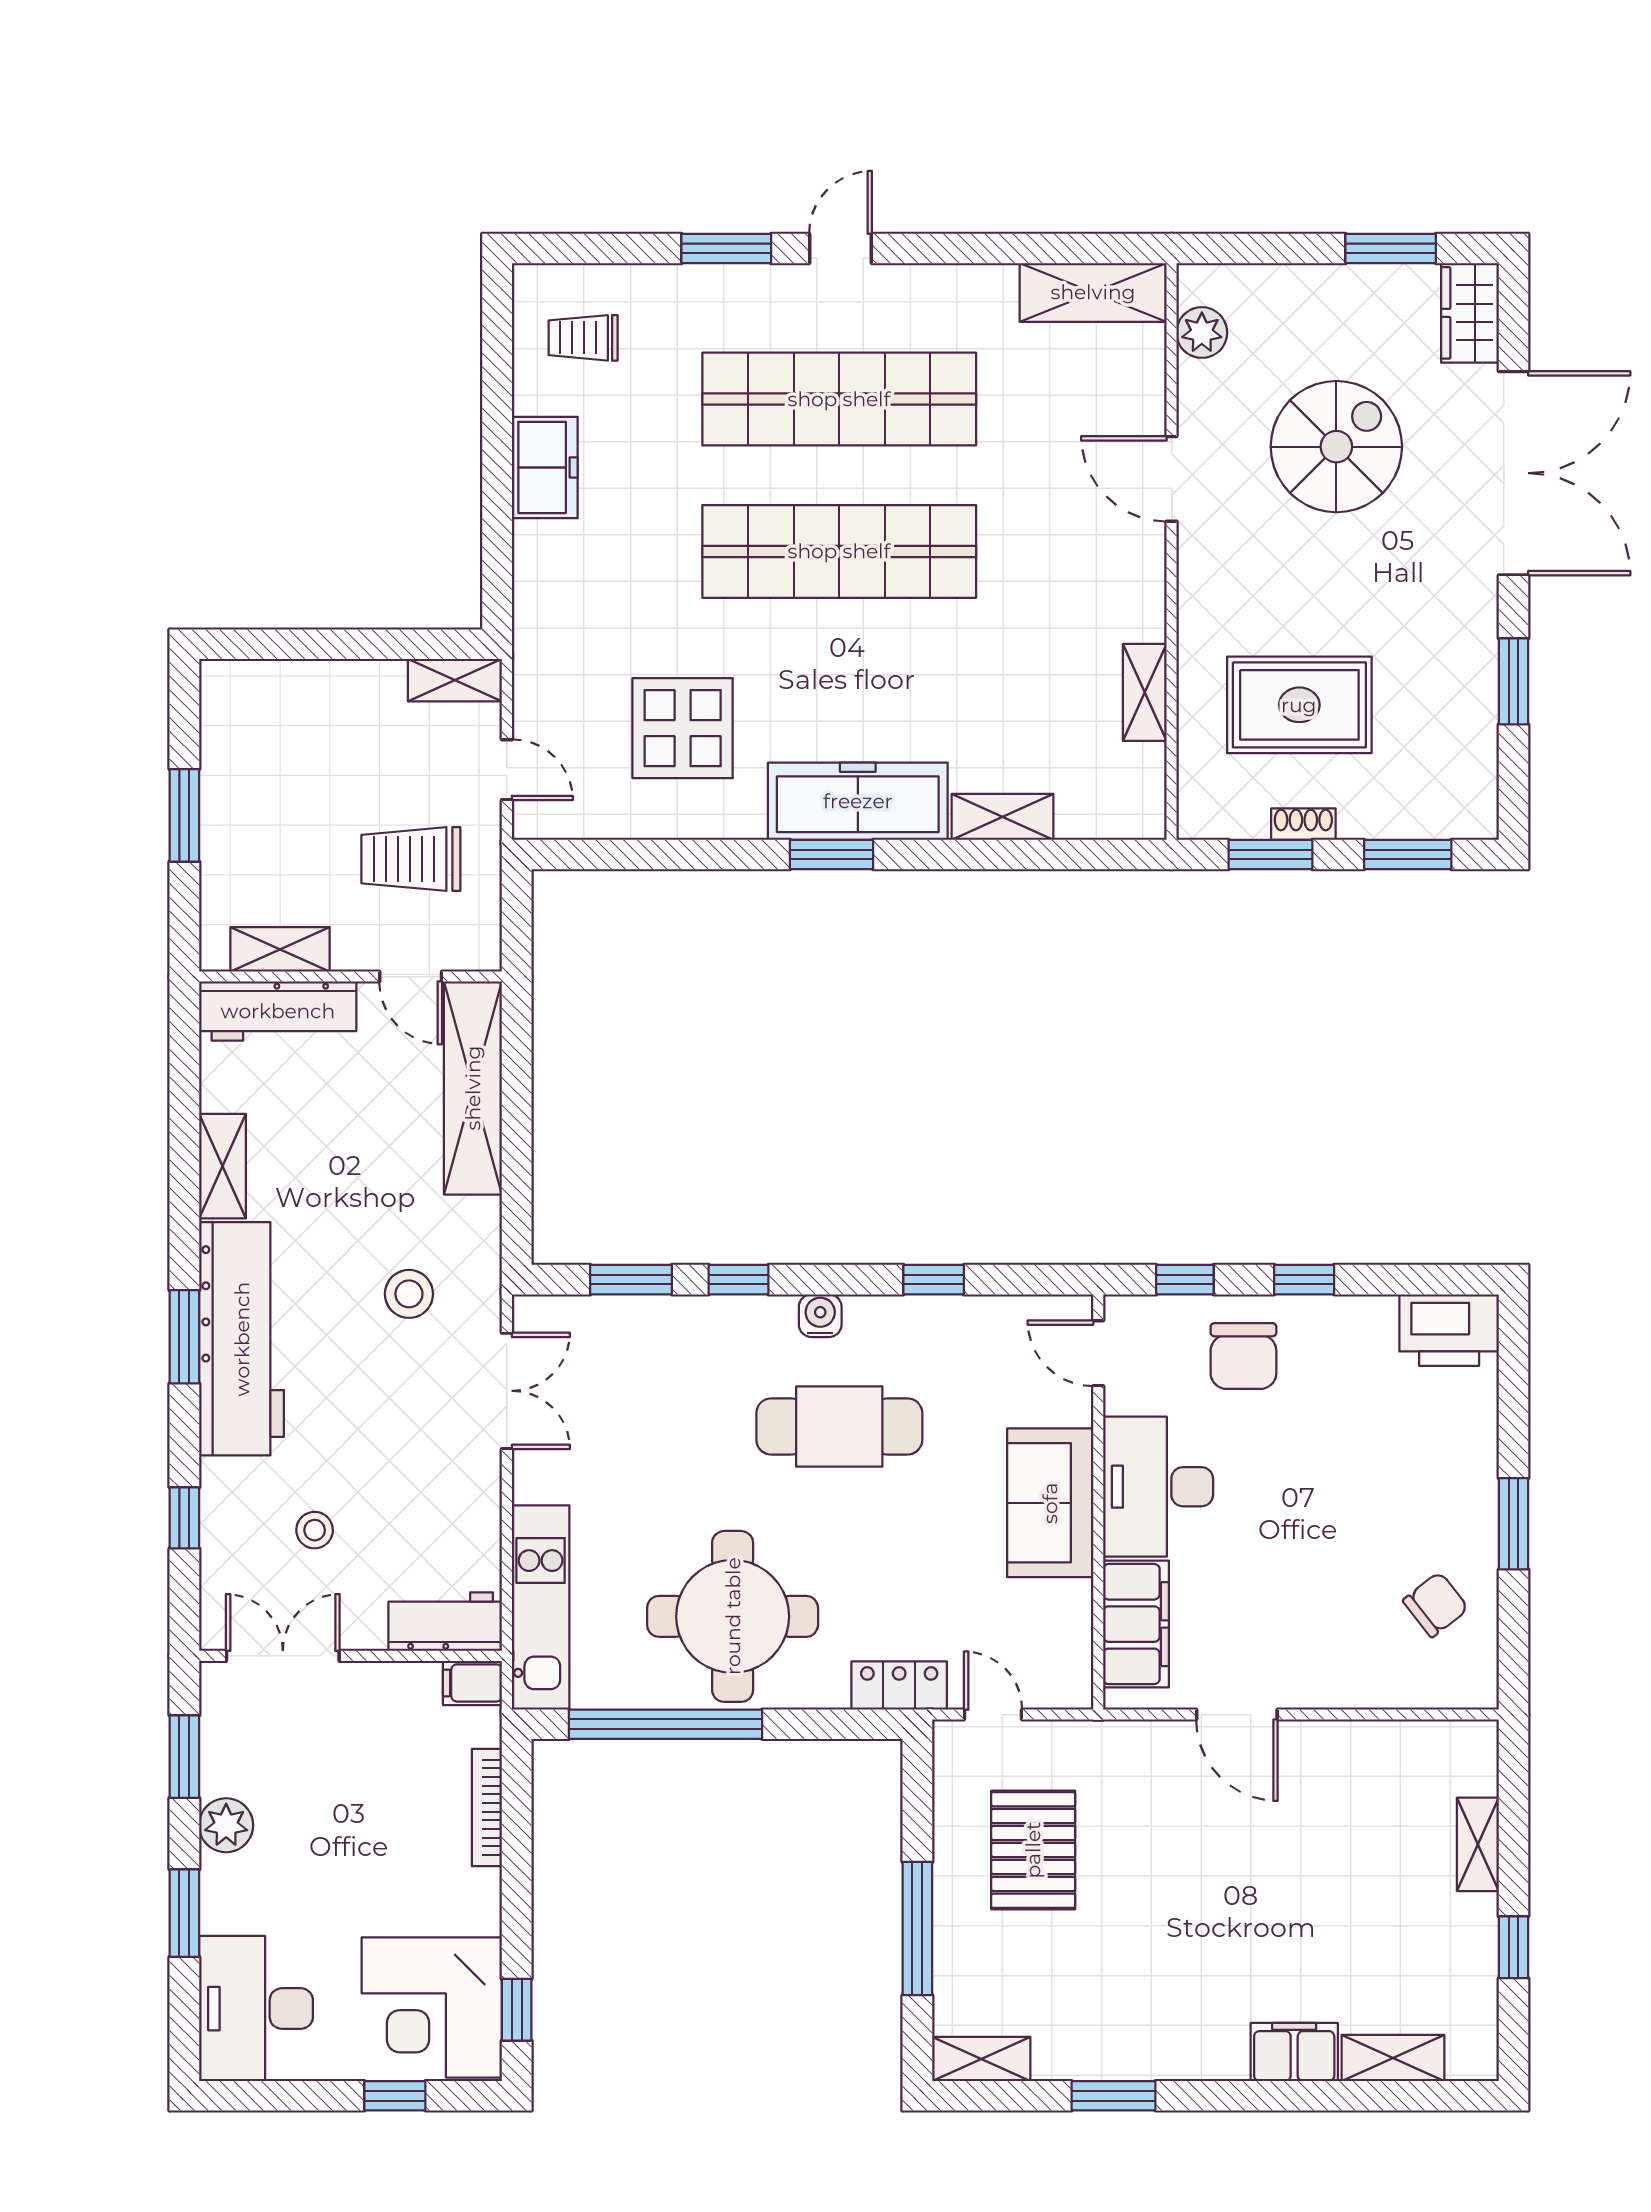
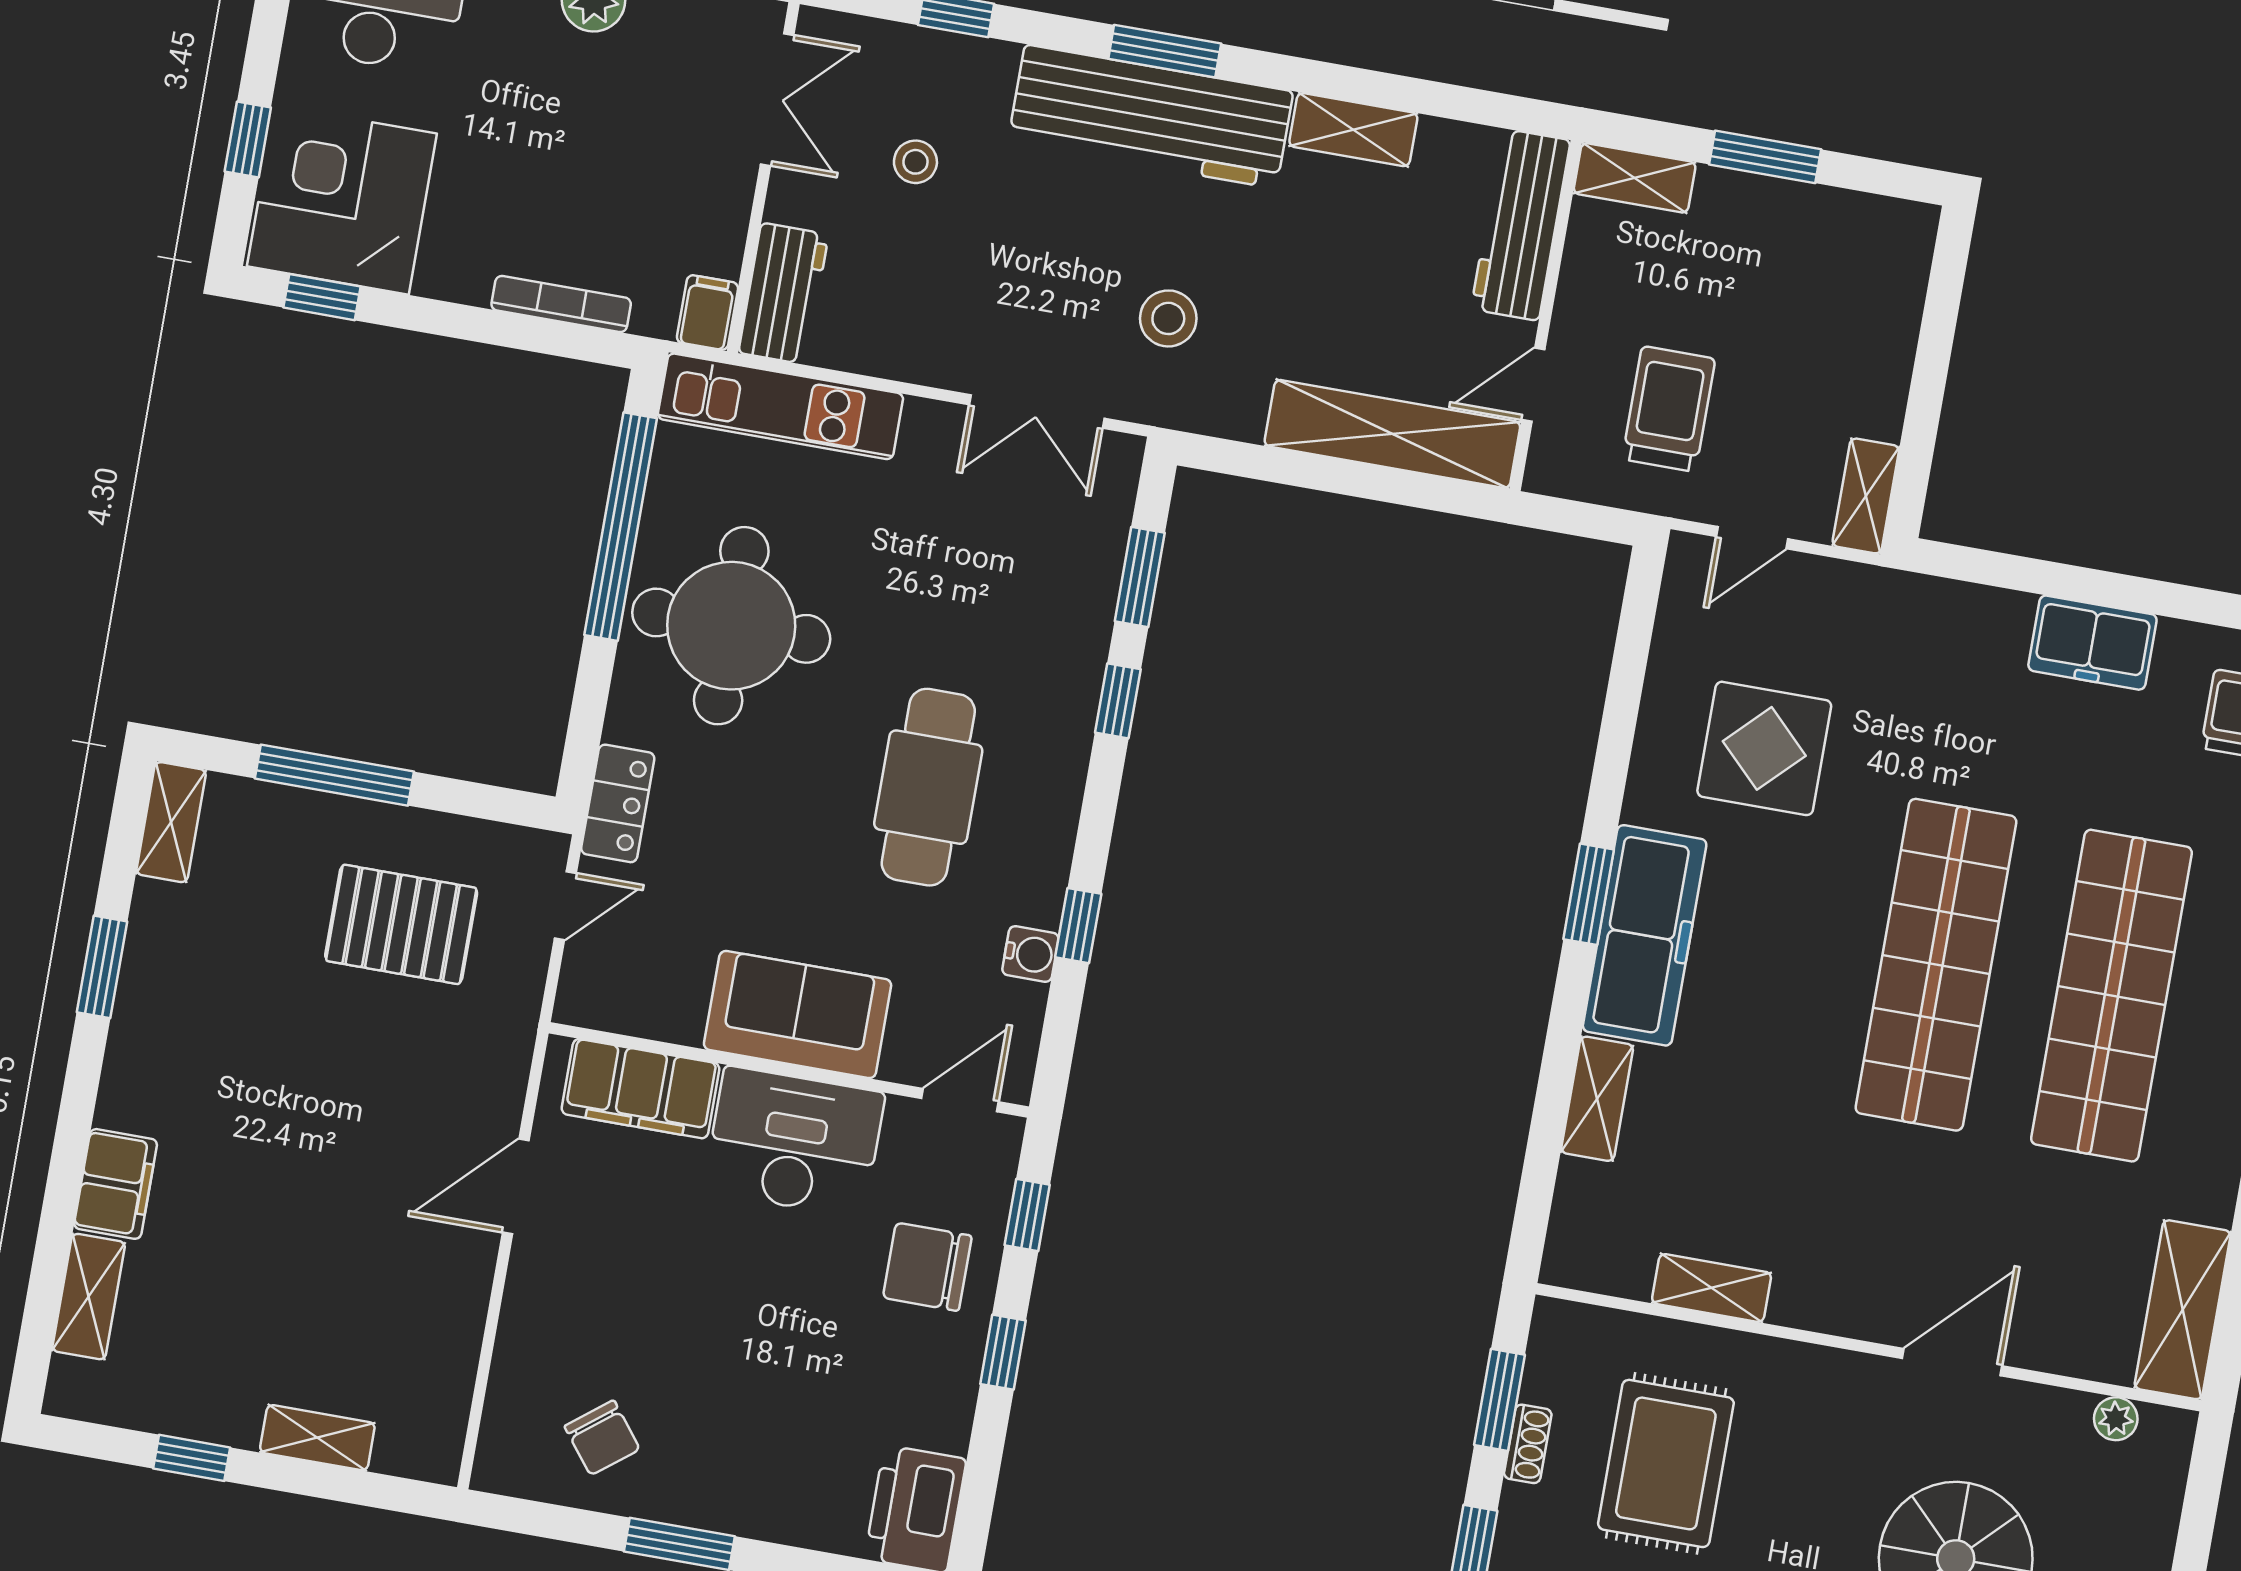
plant: (1202, 333) -> (2116, 1419), width x0.73, depth x0.73
shelving: (280, 949) -> (1635, 178), moved, turned 90
water cooler: (820, 1316) -> (1030, 954), moved

